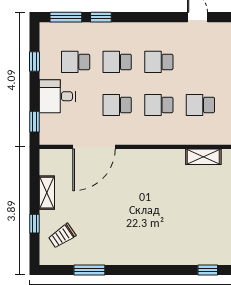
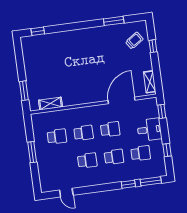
shelving: (47, 193) -> (150, 82), moved

